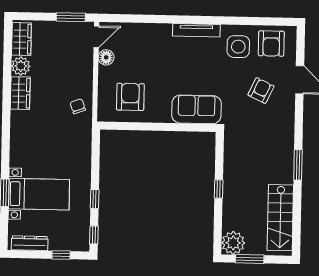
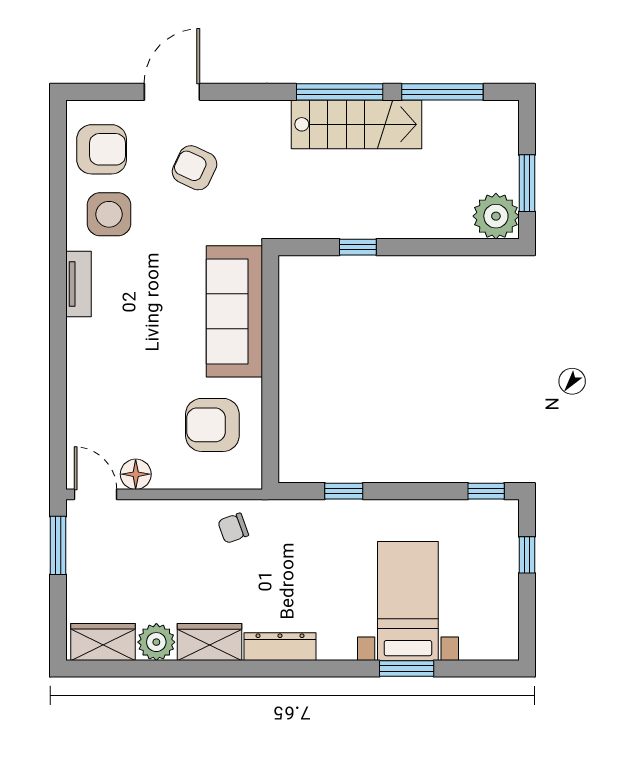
tv unit: (196, 30) -> (78, 284), width x0.71
sofa: (196, 109) -> (234, 311), width x1.36
window: (298, 165) -> (340, 92), width x1.44
window: (219, 189) -> (358, 247), moved
window: (95, 199) -> (344, 491), moved
window: (297, 217) -> (442, 92), added
stairs: (280, 218) -> (356, 124), moved
dresser: (30, 243) -> (280, 647), moved, turned 90

